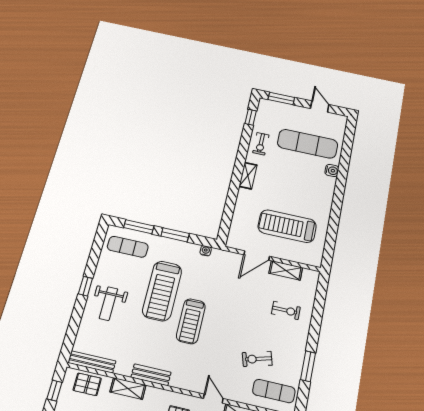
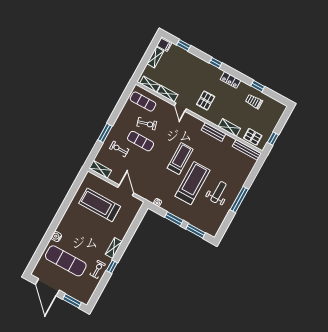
door: (320, 107) -> (47, 287), width x1.87
window: (251, 117) -> (112, 267), moved
treadmill: (287, 226) -> (100, 205), turned 180
exercise mat: (128, 247) -> (141, 141), moved
door: (257, 255) -> (126, 190), hinge flipped
shelving: (286, 270) -> (100, 169), moved
window: (85, 286) -> (239, 199), width x2.17
weight bench: (108, 304) -> (218, 192), moved
window: (308, 366) -> (105, 133), moved

